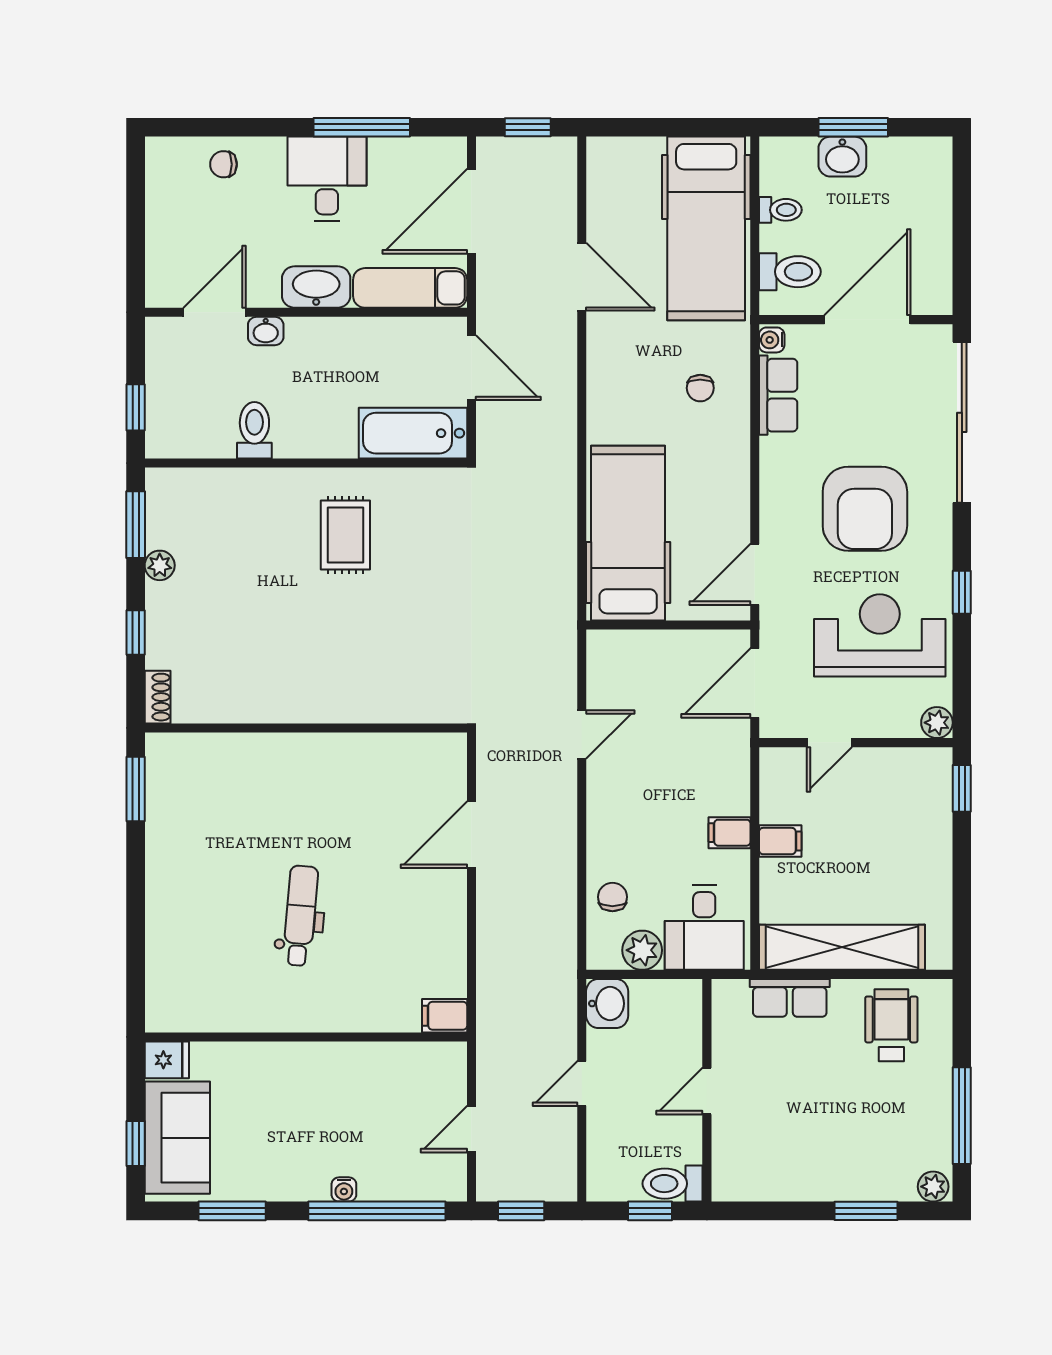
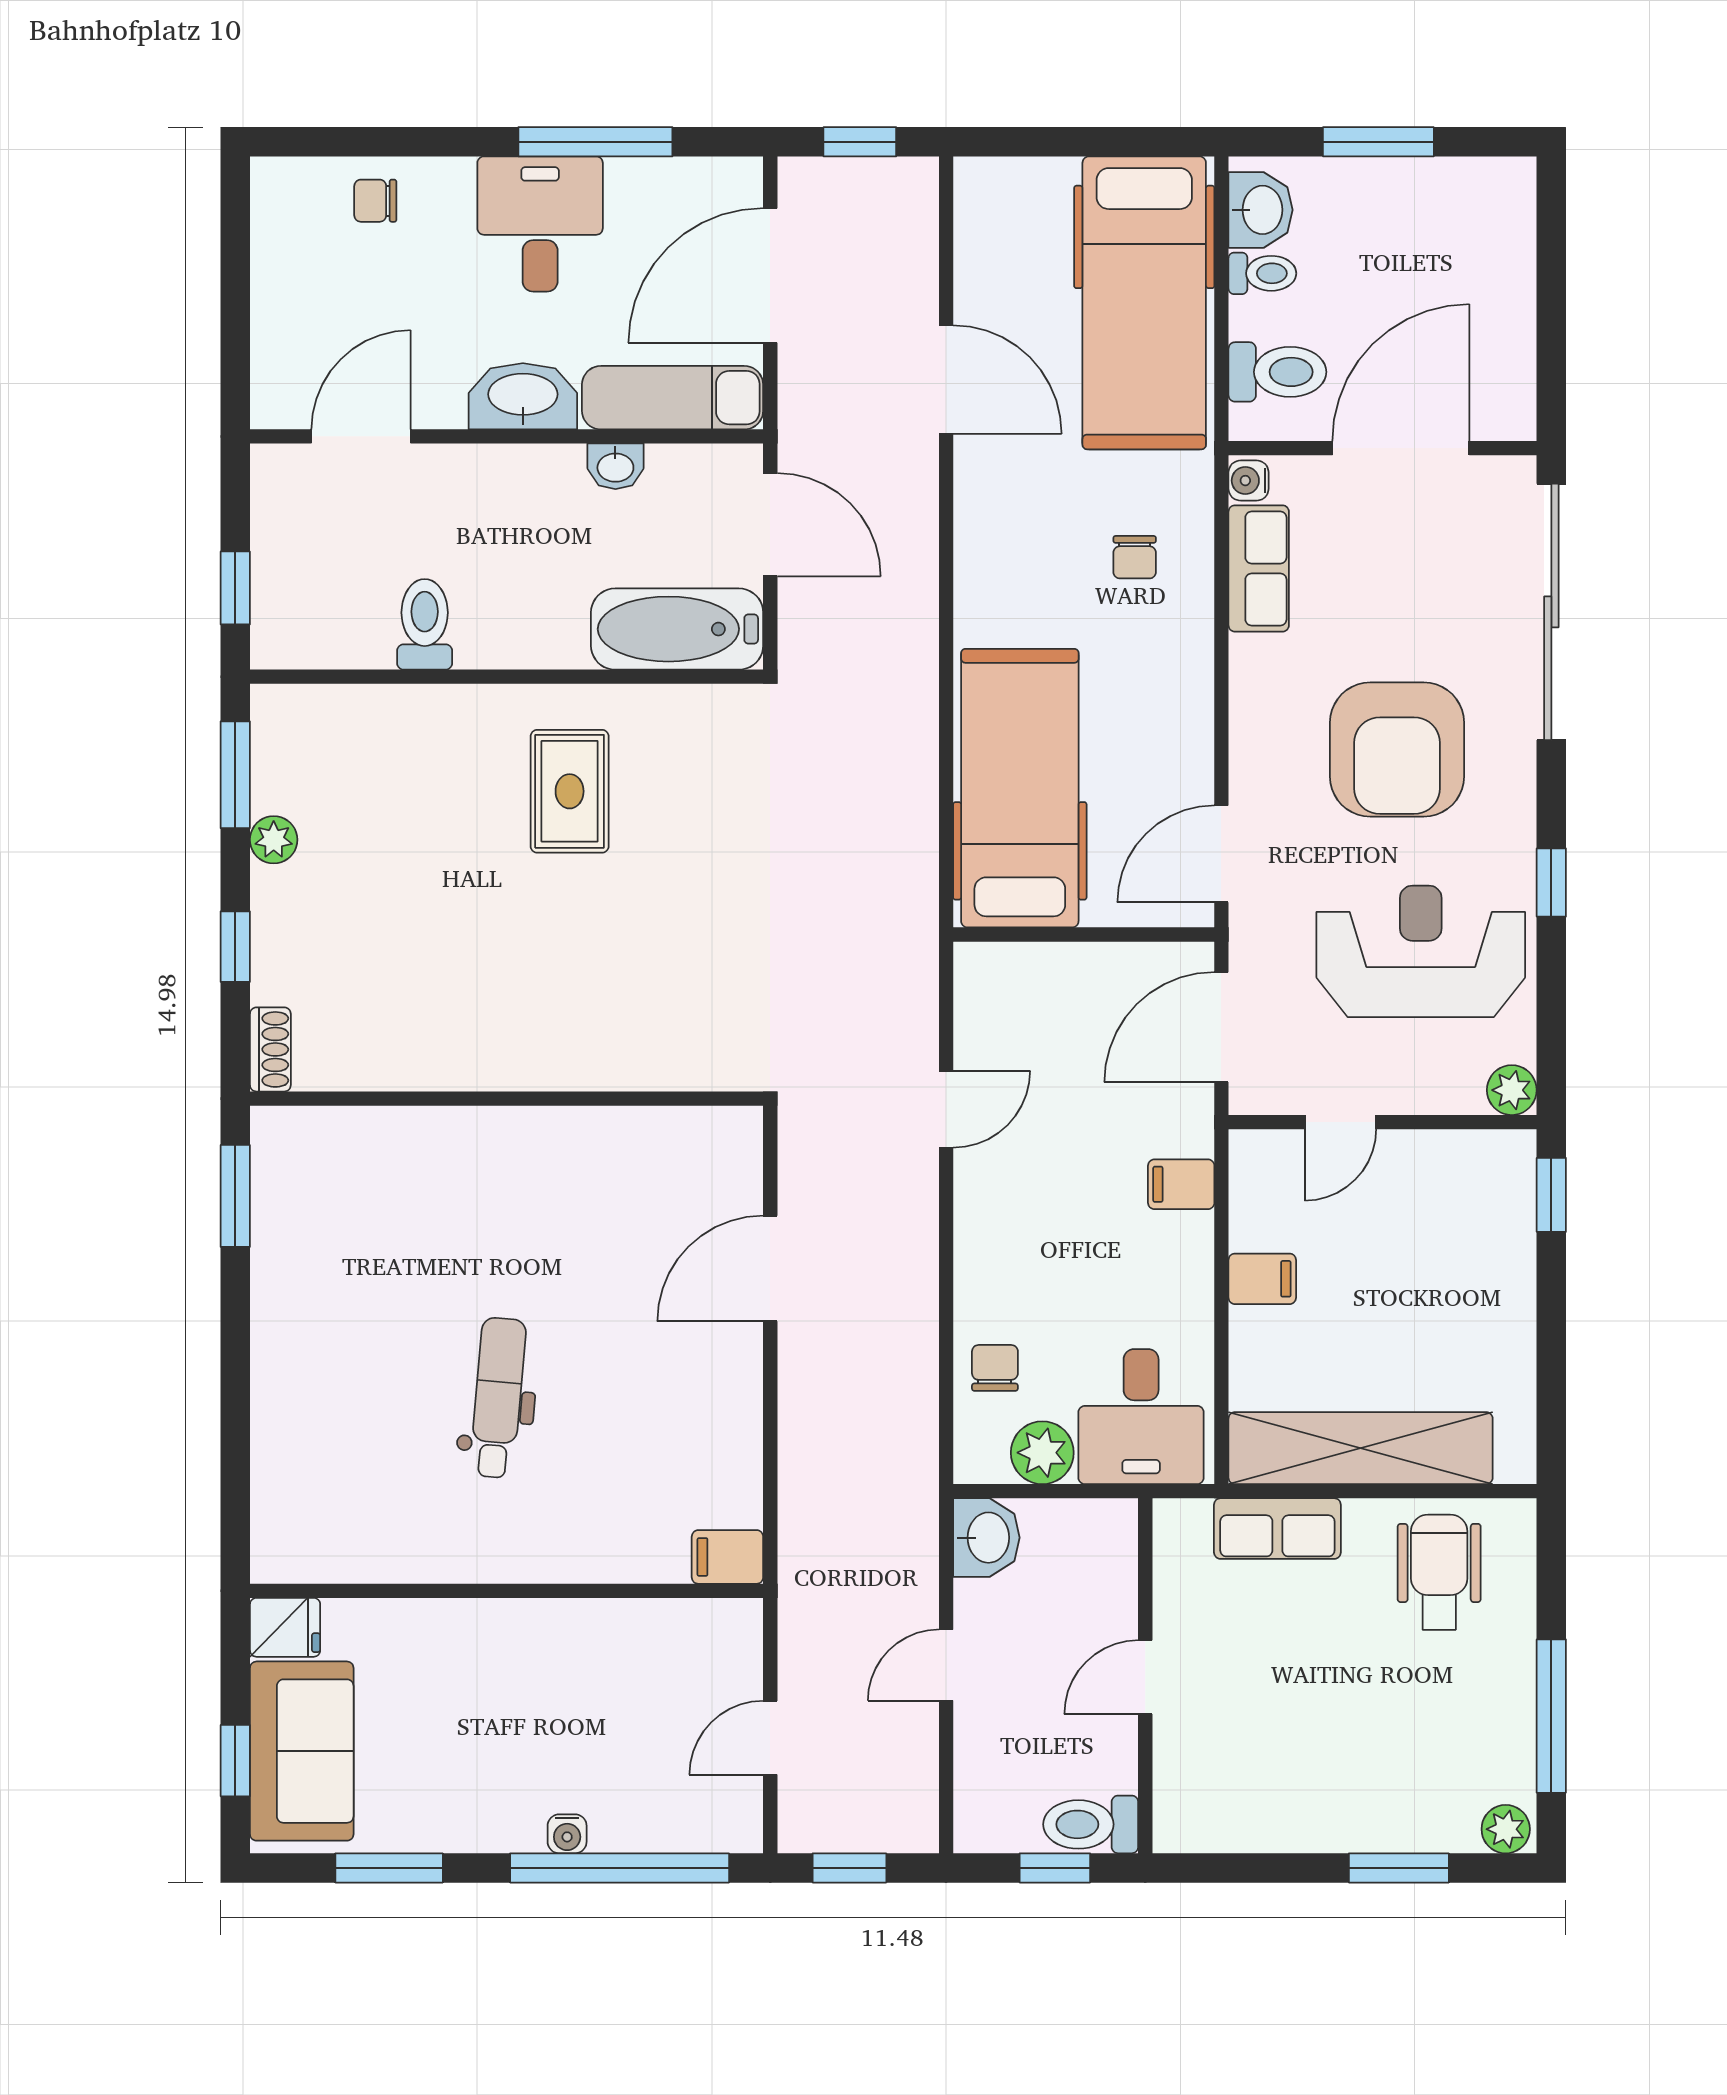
washbasin: (842, 157) -> (1261, 210), moved, turned -90
washbasin: (266, 331) -> (615, 466), moved
filing cabinet: (729, 833) -> (1181, 1184), moved

